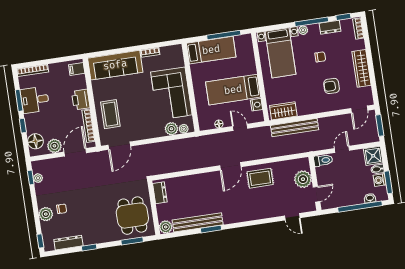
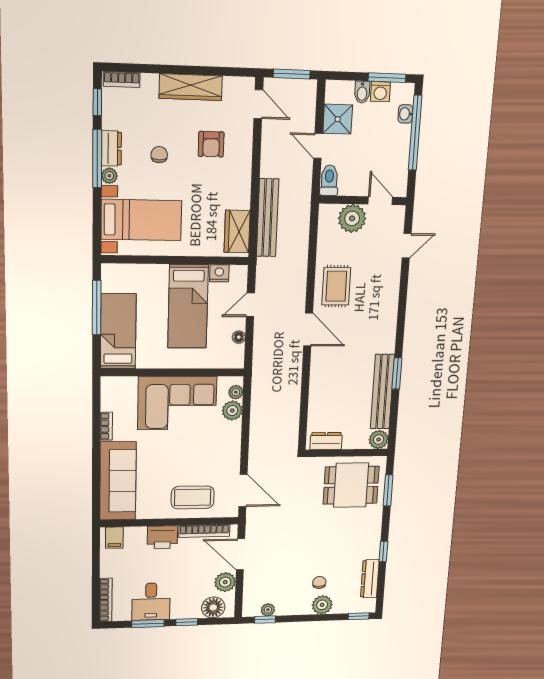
dresser: (330, 27) -> (111, 148), moved
shower: (373, 156) -> (338, 119), moved

